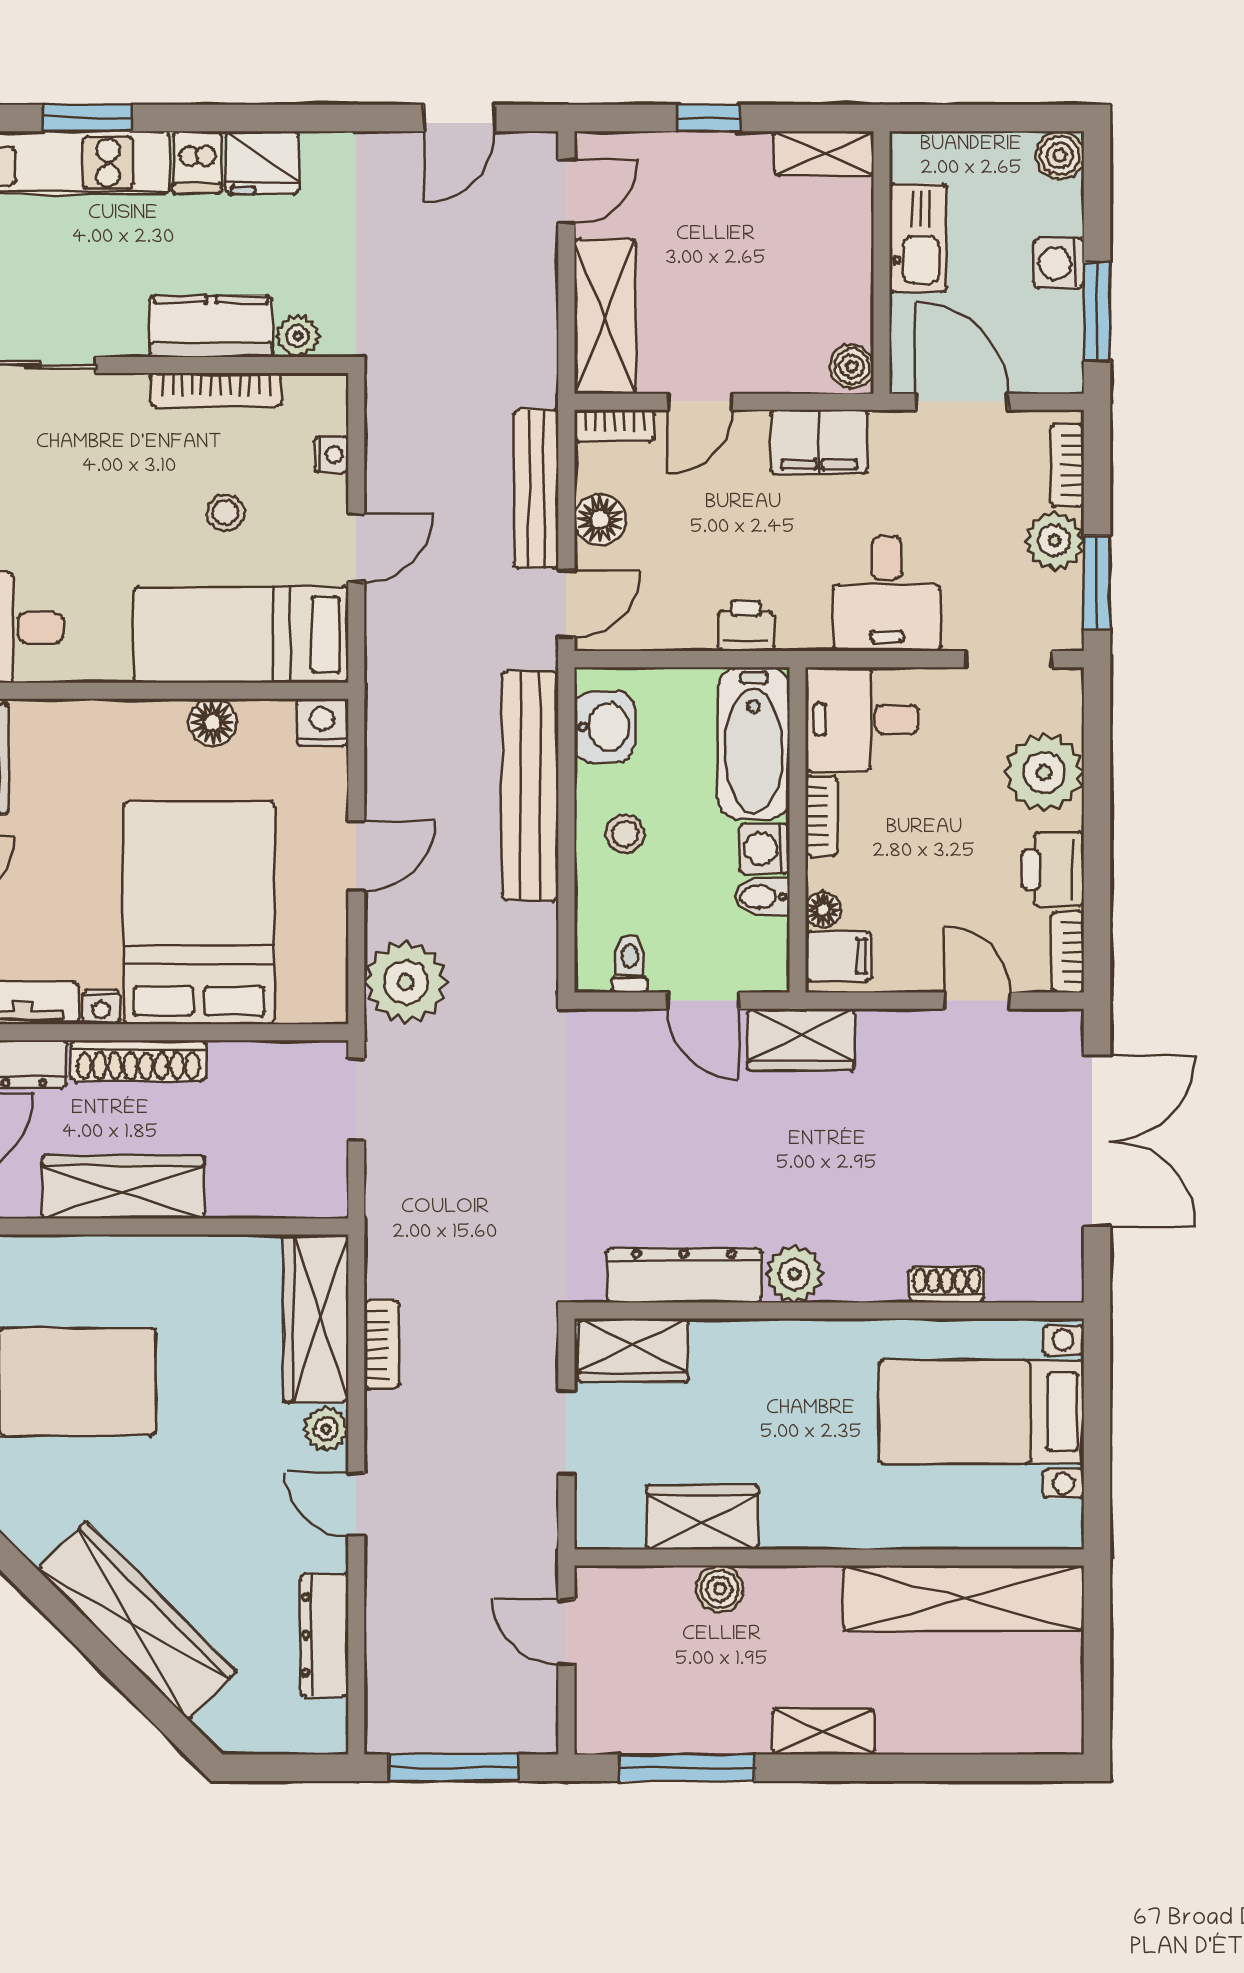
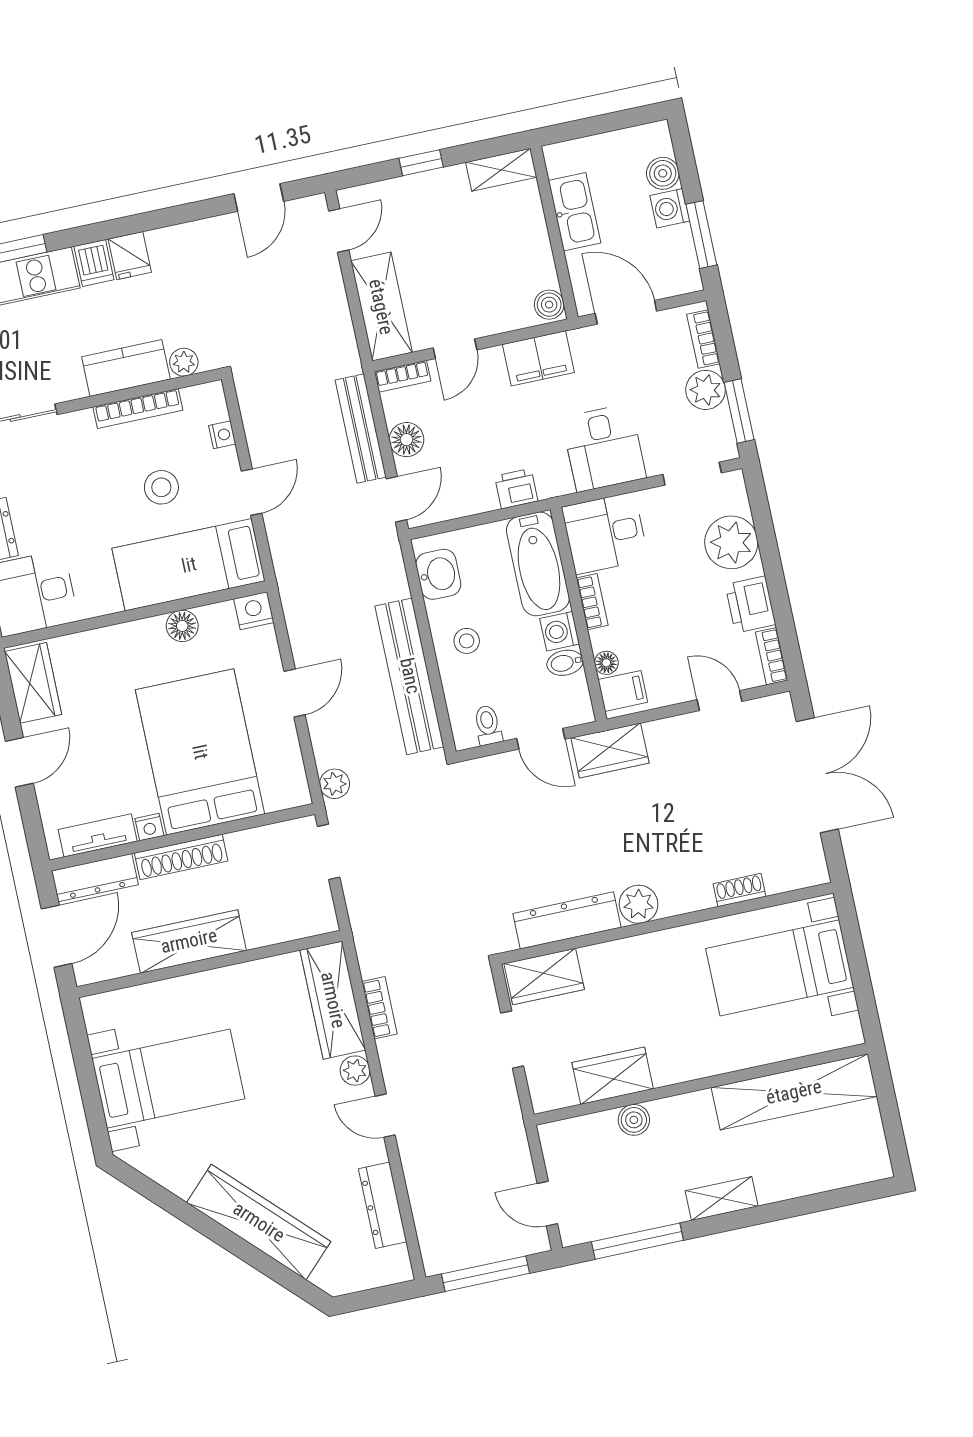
boiler: (1060, 155) -> (663, 173), moved
fridge: (262, 163) -> (130, 256), width x0.72
stool: (226, 512) -> (161, 487), width x1.37, depth x1.37
bench: (530, 786) -> (410, 676), moved
plant: (406, 982) -> (335, 784), width x0.53, depth x0.53
door: (566, 1632) -> (547, 1204), moved

